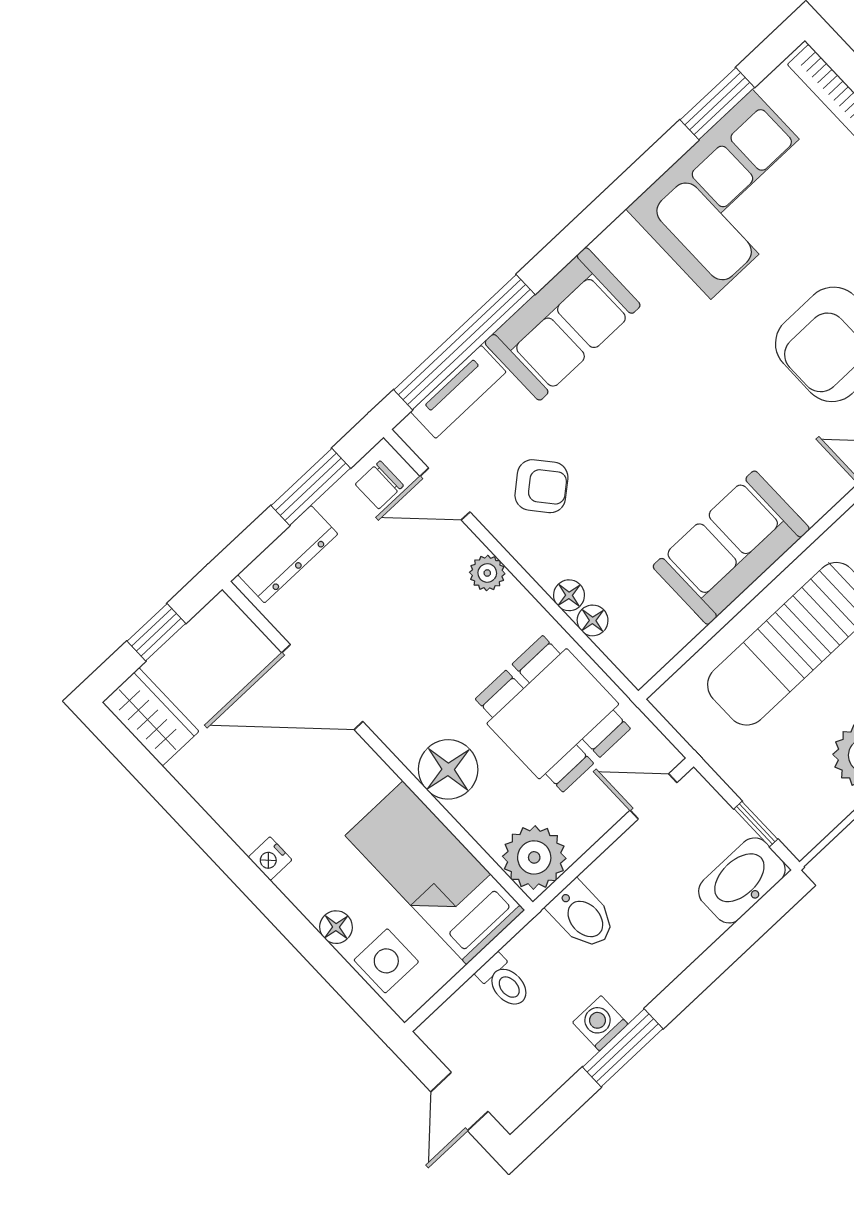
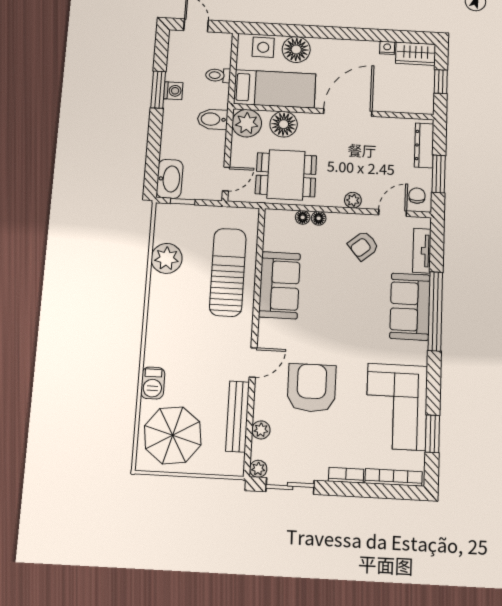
window: (464, 342) -> (435, 311), moved
door: (322, 687) -> (348, 112), moved
floor lamp: (448, 769) -> (284, 124), moved
nightstand: (270, 859) -> (387, 48), moved
floor lamp: (336, 927) -> (296, 50), width x1.89, depth x1.89

